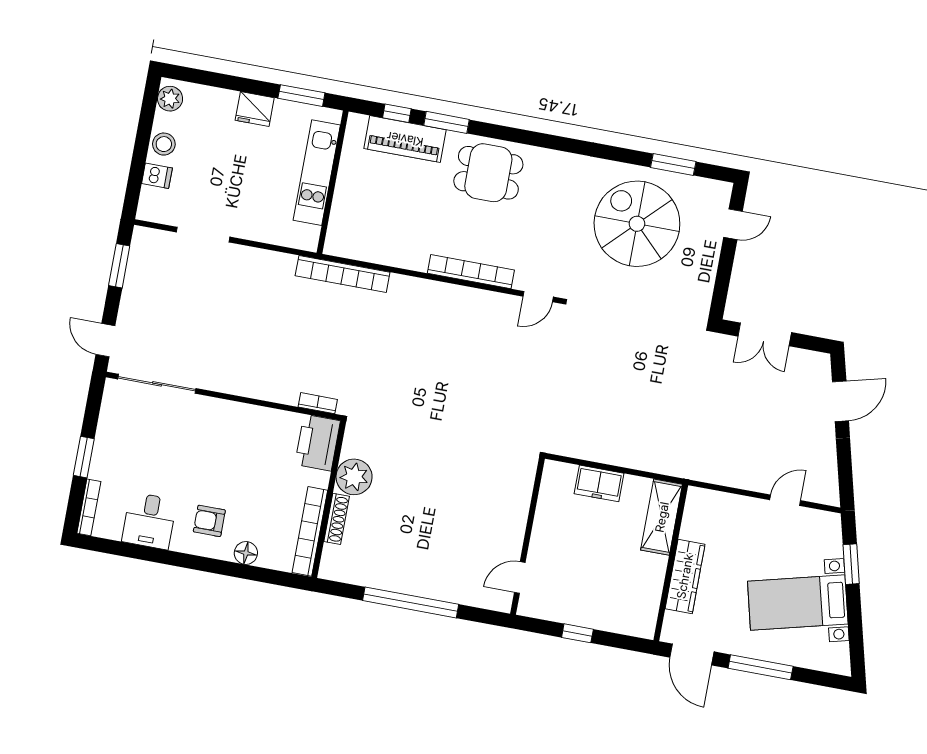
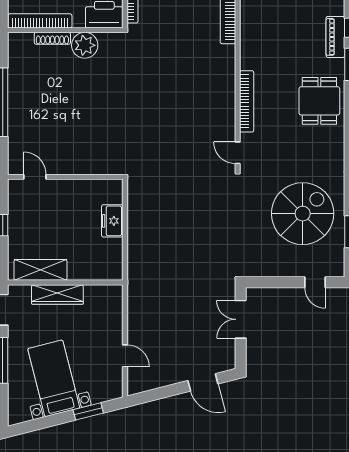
piano: (405, 139) -> (335, 37), width x0.73, depth x0.75
shelving: (662, 517) -> (41, 270), moved

